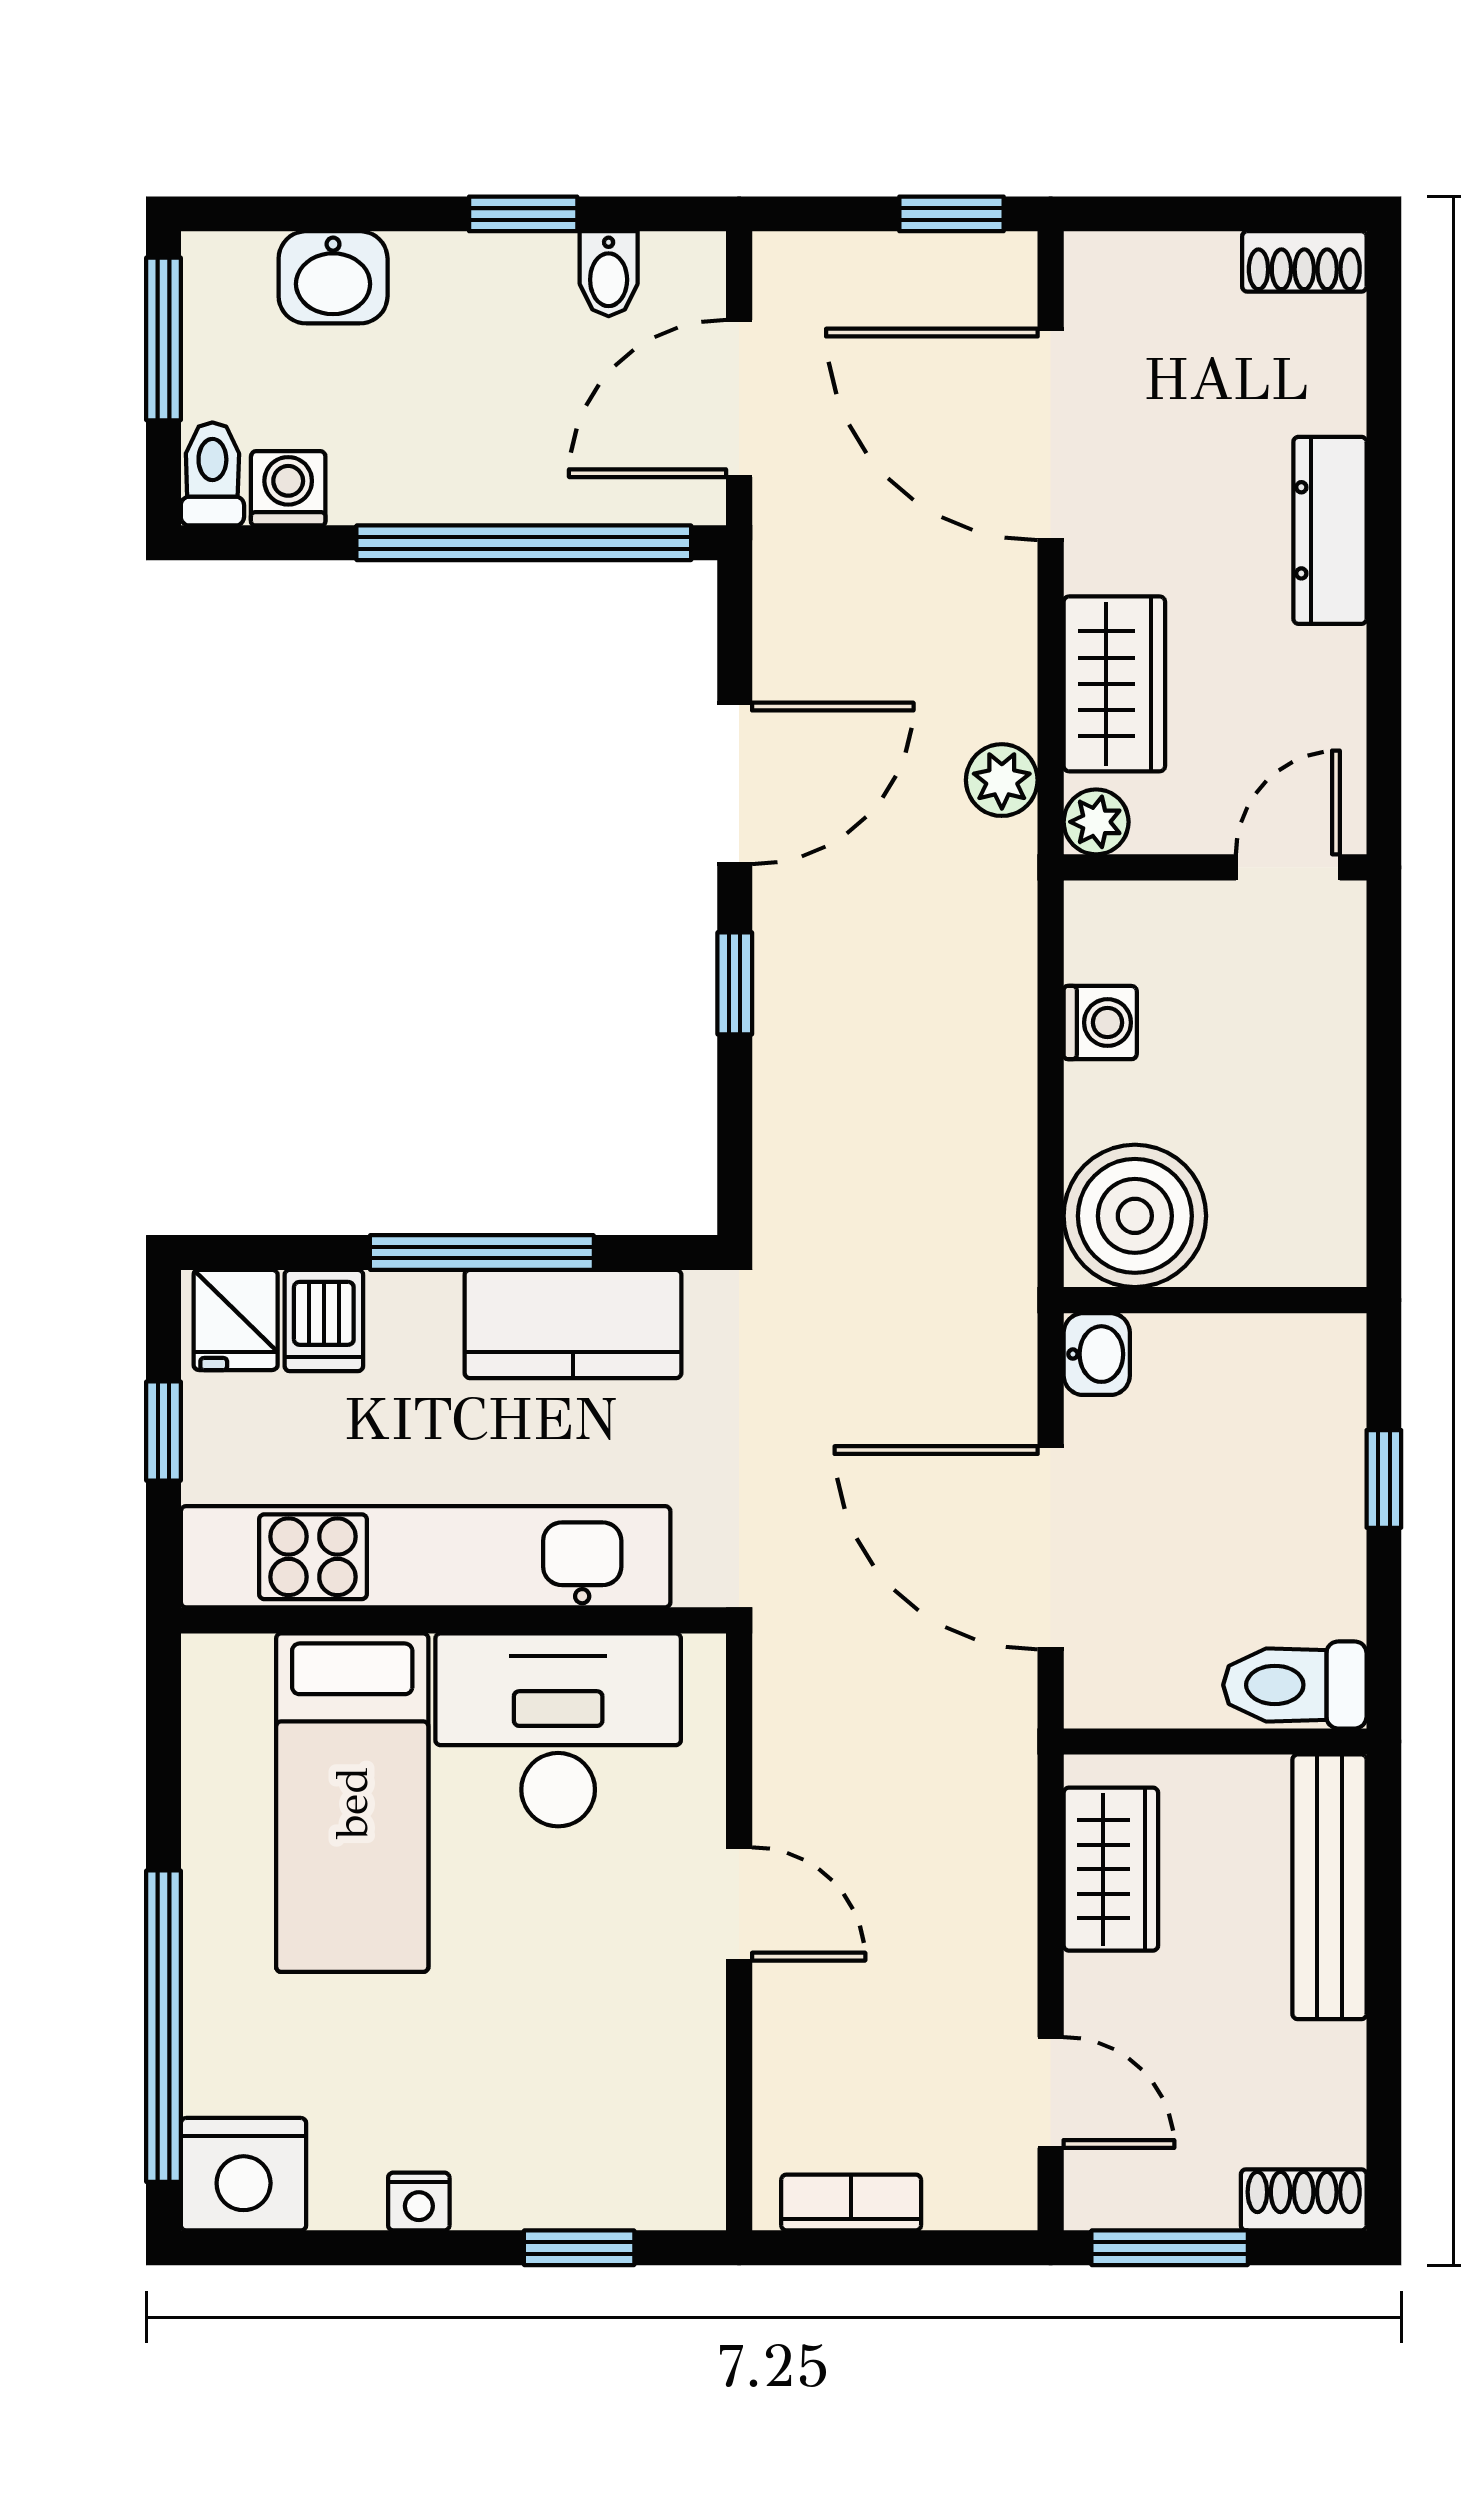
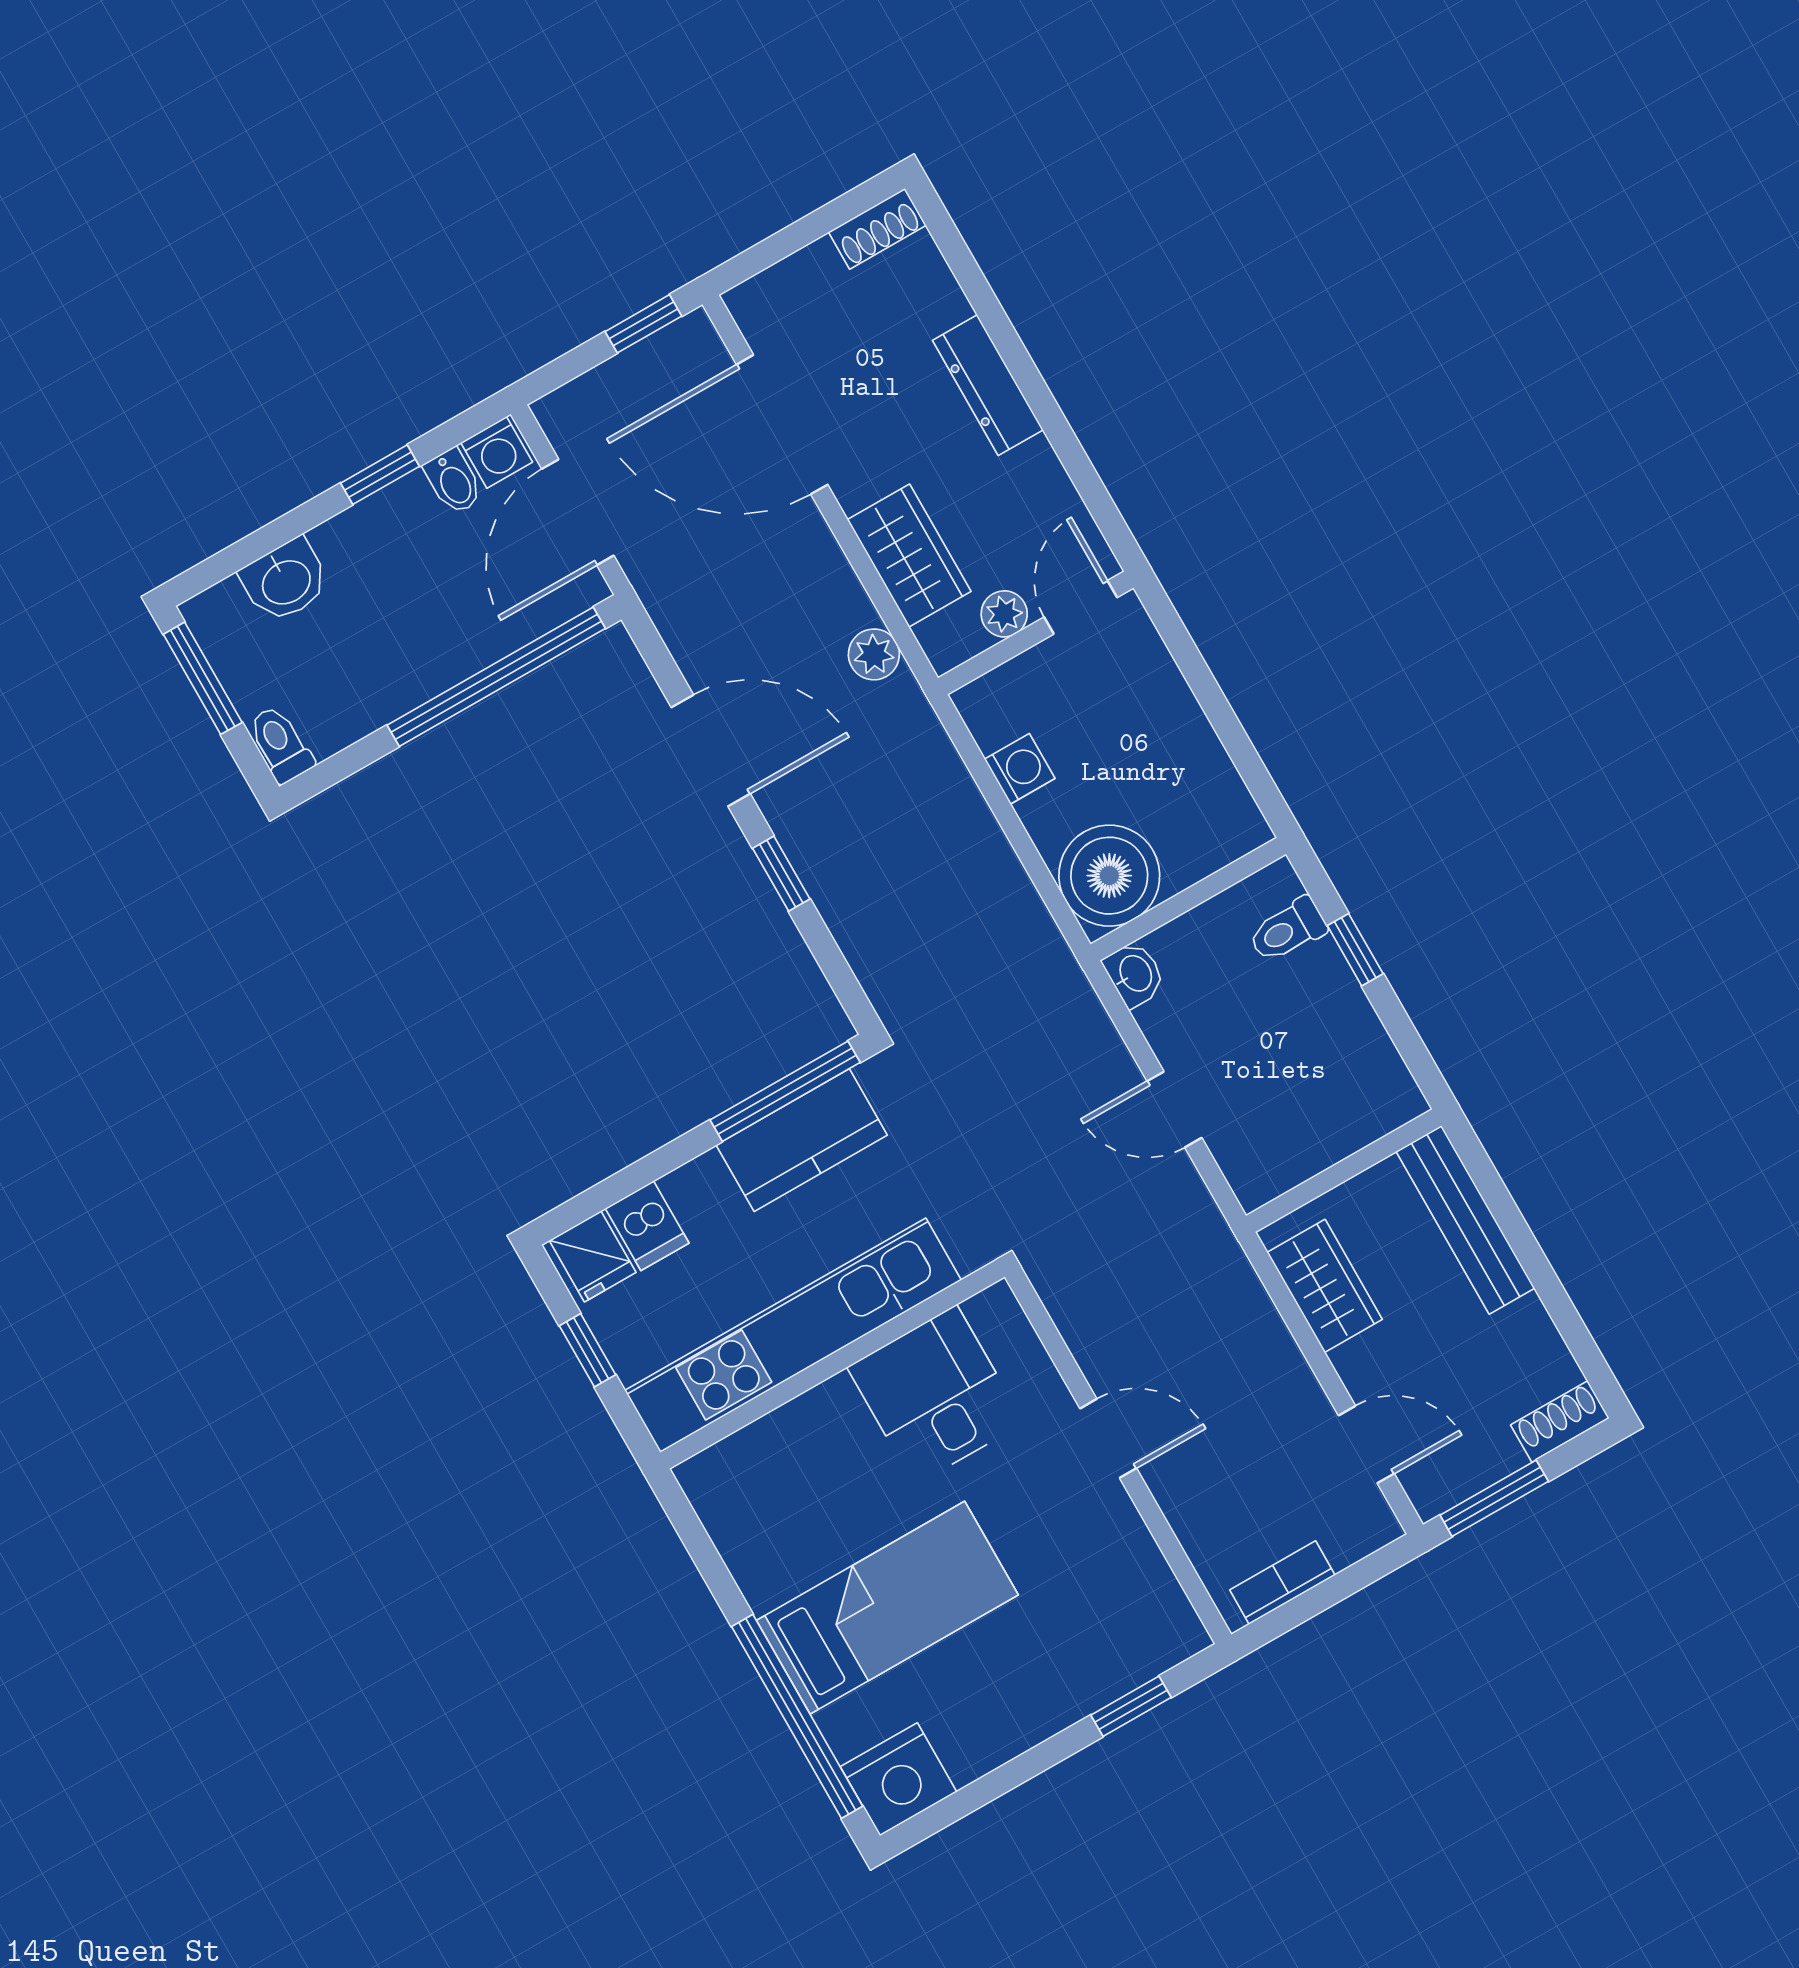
washing machine: (288, 488) -> (497, 452), moved, turned 180
door: (735, 783) -> (711, 751), hinge flipped
plant: (1096, 822) -> (1004, 614), moved
window: (482, 1252) -> (785, 1091), moved
door: (1051, 1548) -> (1174, 1109), width x0.53
toilet: (1295, 1685) -> (1288, 930), moved, width x0.73, depth x0.72
desk: (558, 1730) -> (936, 1395), width x0.73
bed: (352, 1803) -> (887, 1608), moved, turned -90
nightstand: (419, 2201) -> (1016, 1734), removed

